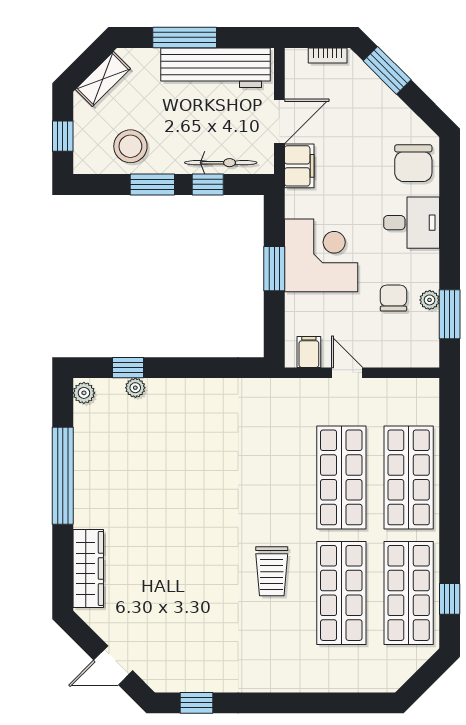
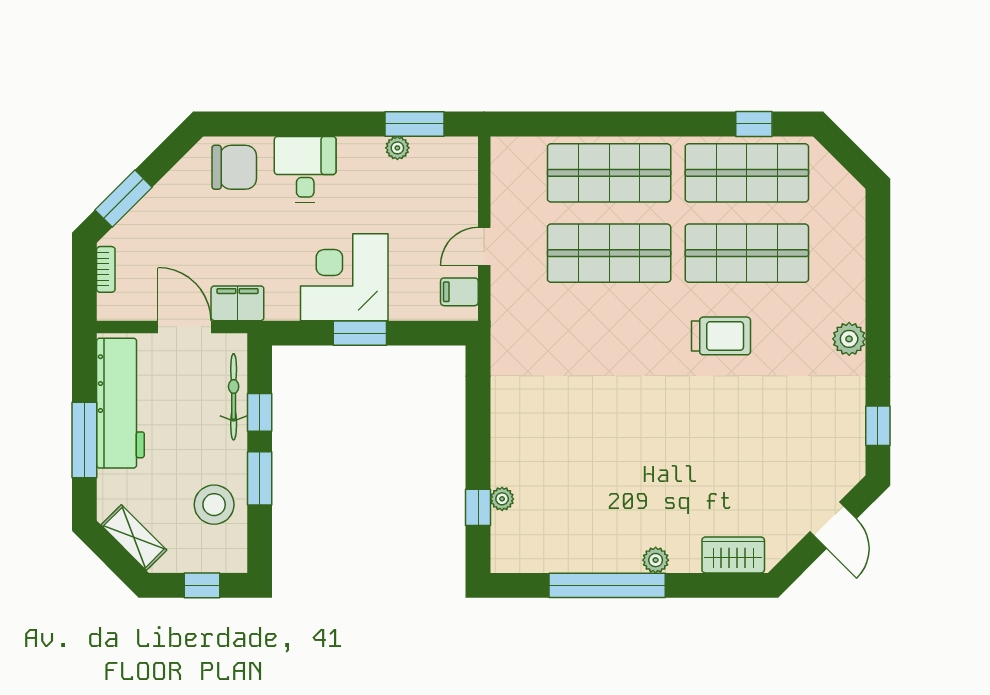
chair: (393, 298) -> (395, 191), removed
plant: (84, 393) -> (656, 560), moved
wardrobe: (88, 568) -> (733, 555), width x0.67
plant: (269, 679) -> (849, 339), added

